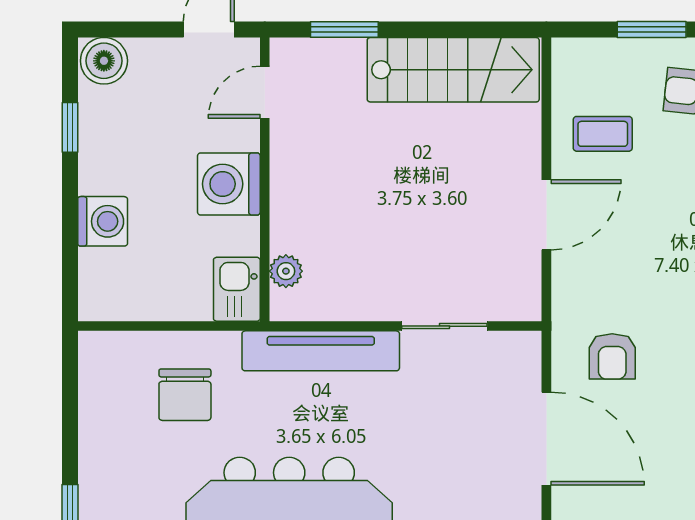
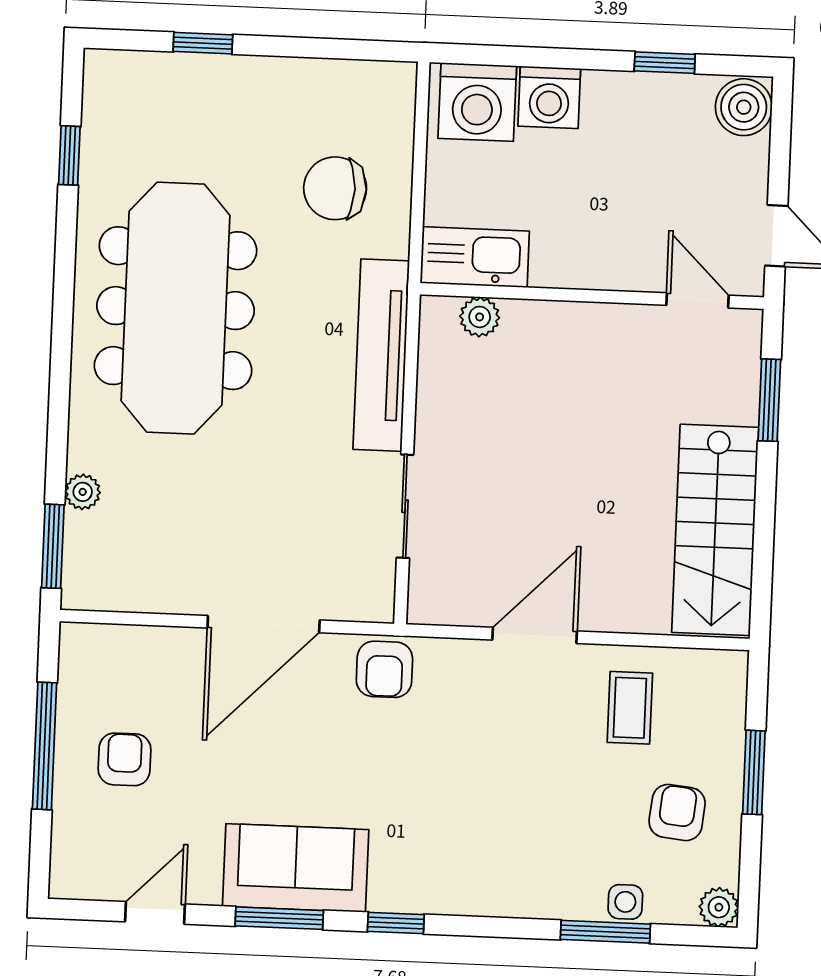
washing machine: (229, 184) -> (477, 102), moved, turned 180
door: (546, 215) -> (535, 635), swing flipped
kitchen sink: (237, 289) -> (475, 257), width x1.38
armchair: (612, 356) -> (384, 669), moved, turned -90

